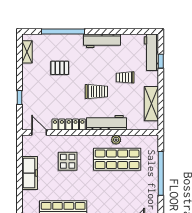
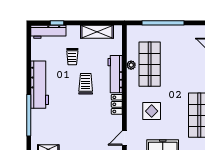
workbench: (102, 41) -> (40, 85), width x1.36, depth x1.32
pallet: (60, 68) -> (63, 118), removed
locker: (69, 125) -> (117, 104), width x0.66

